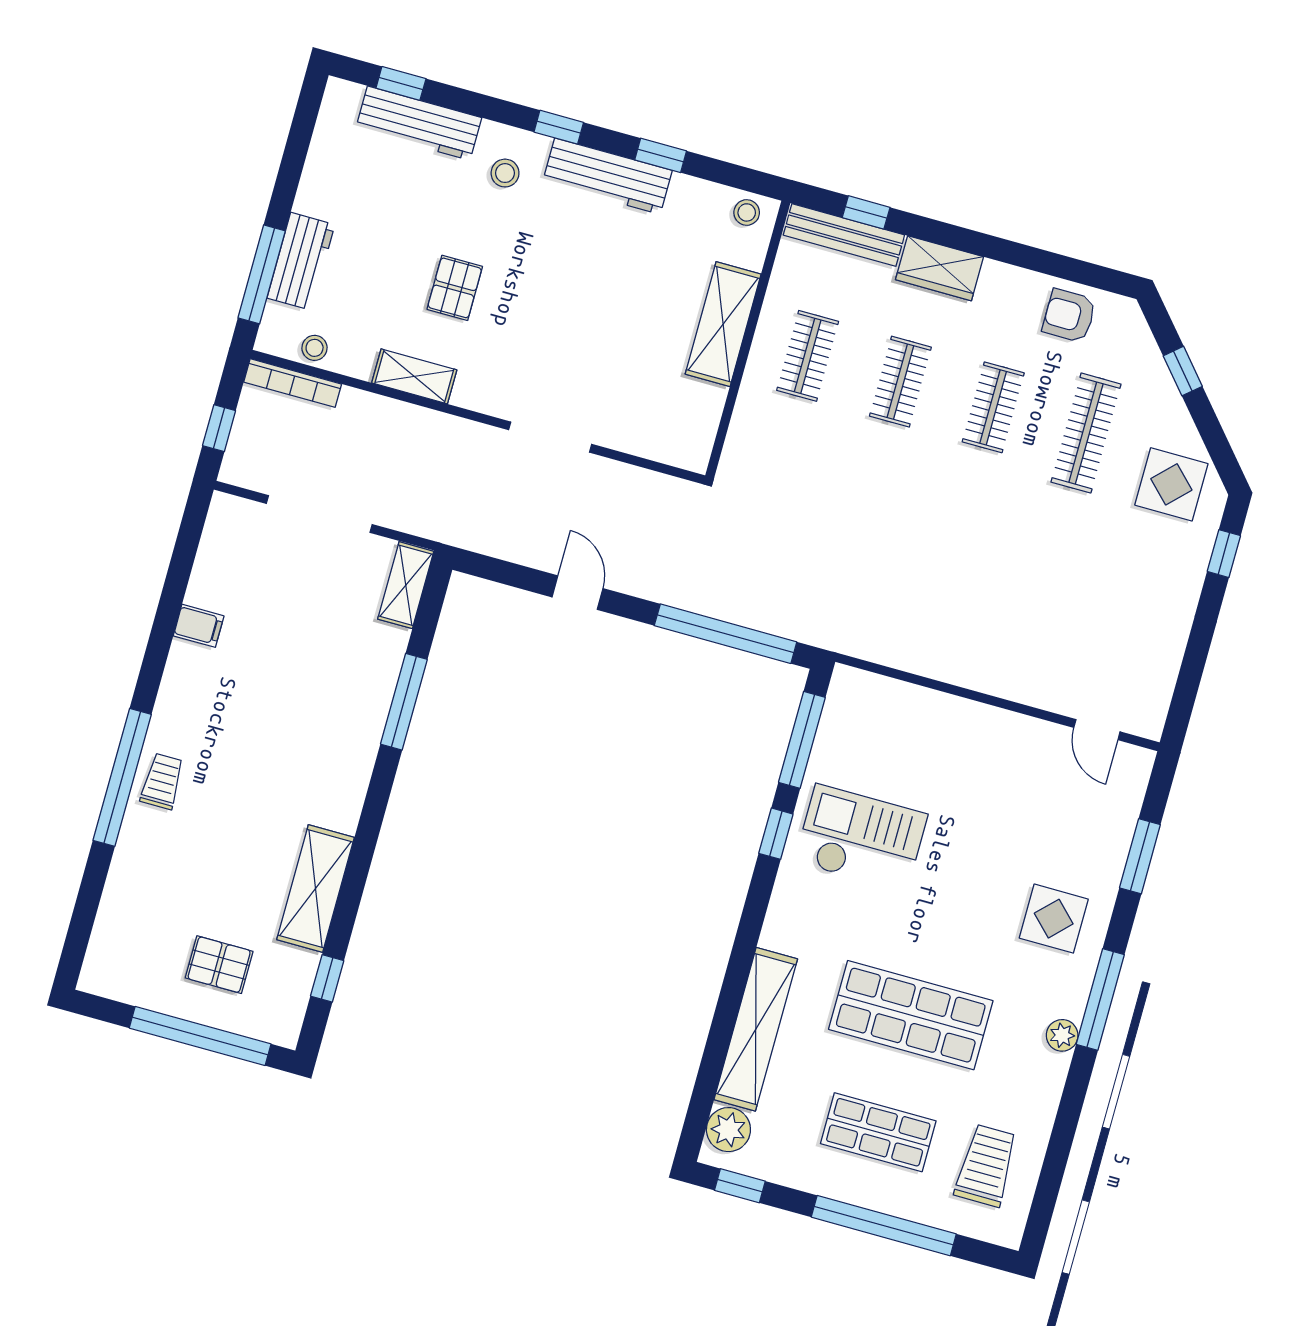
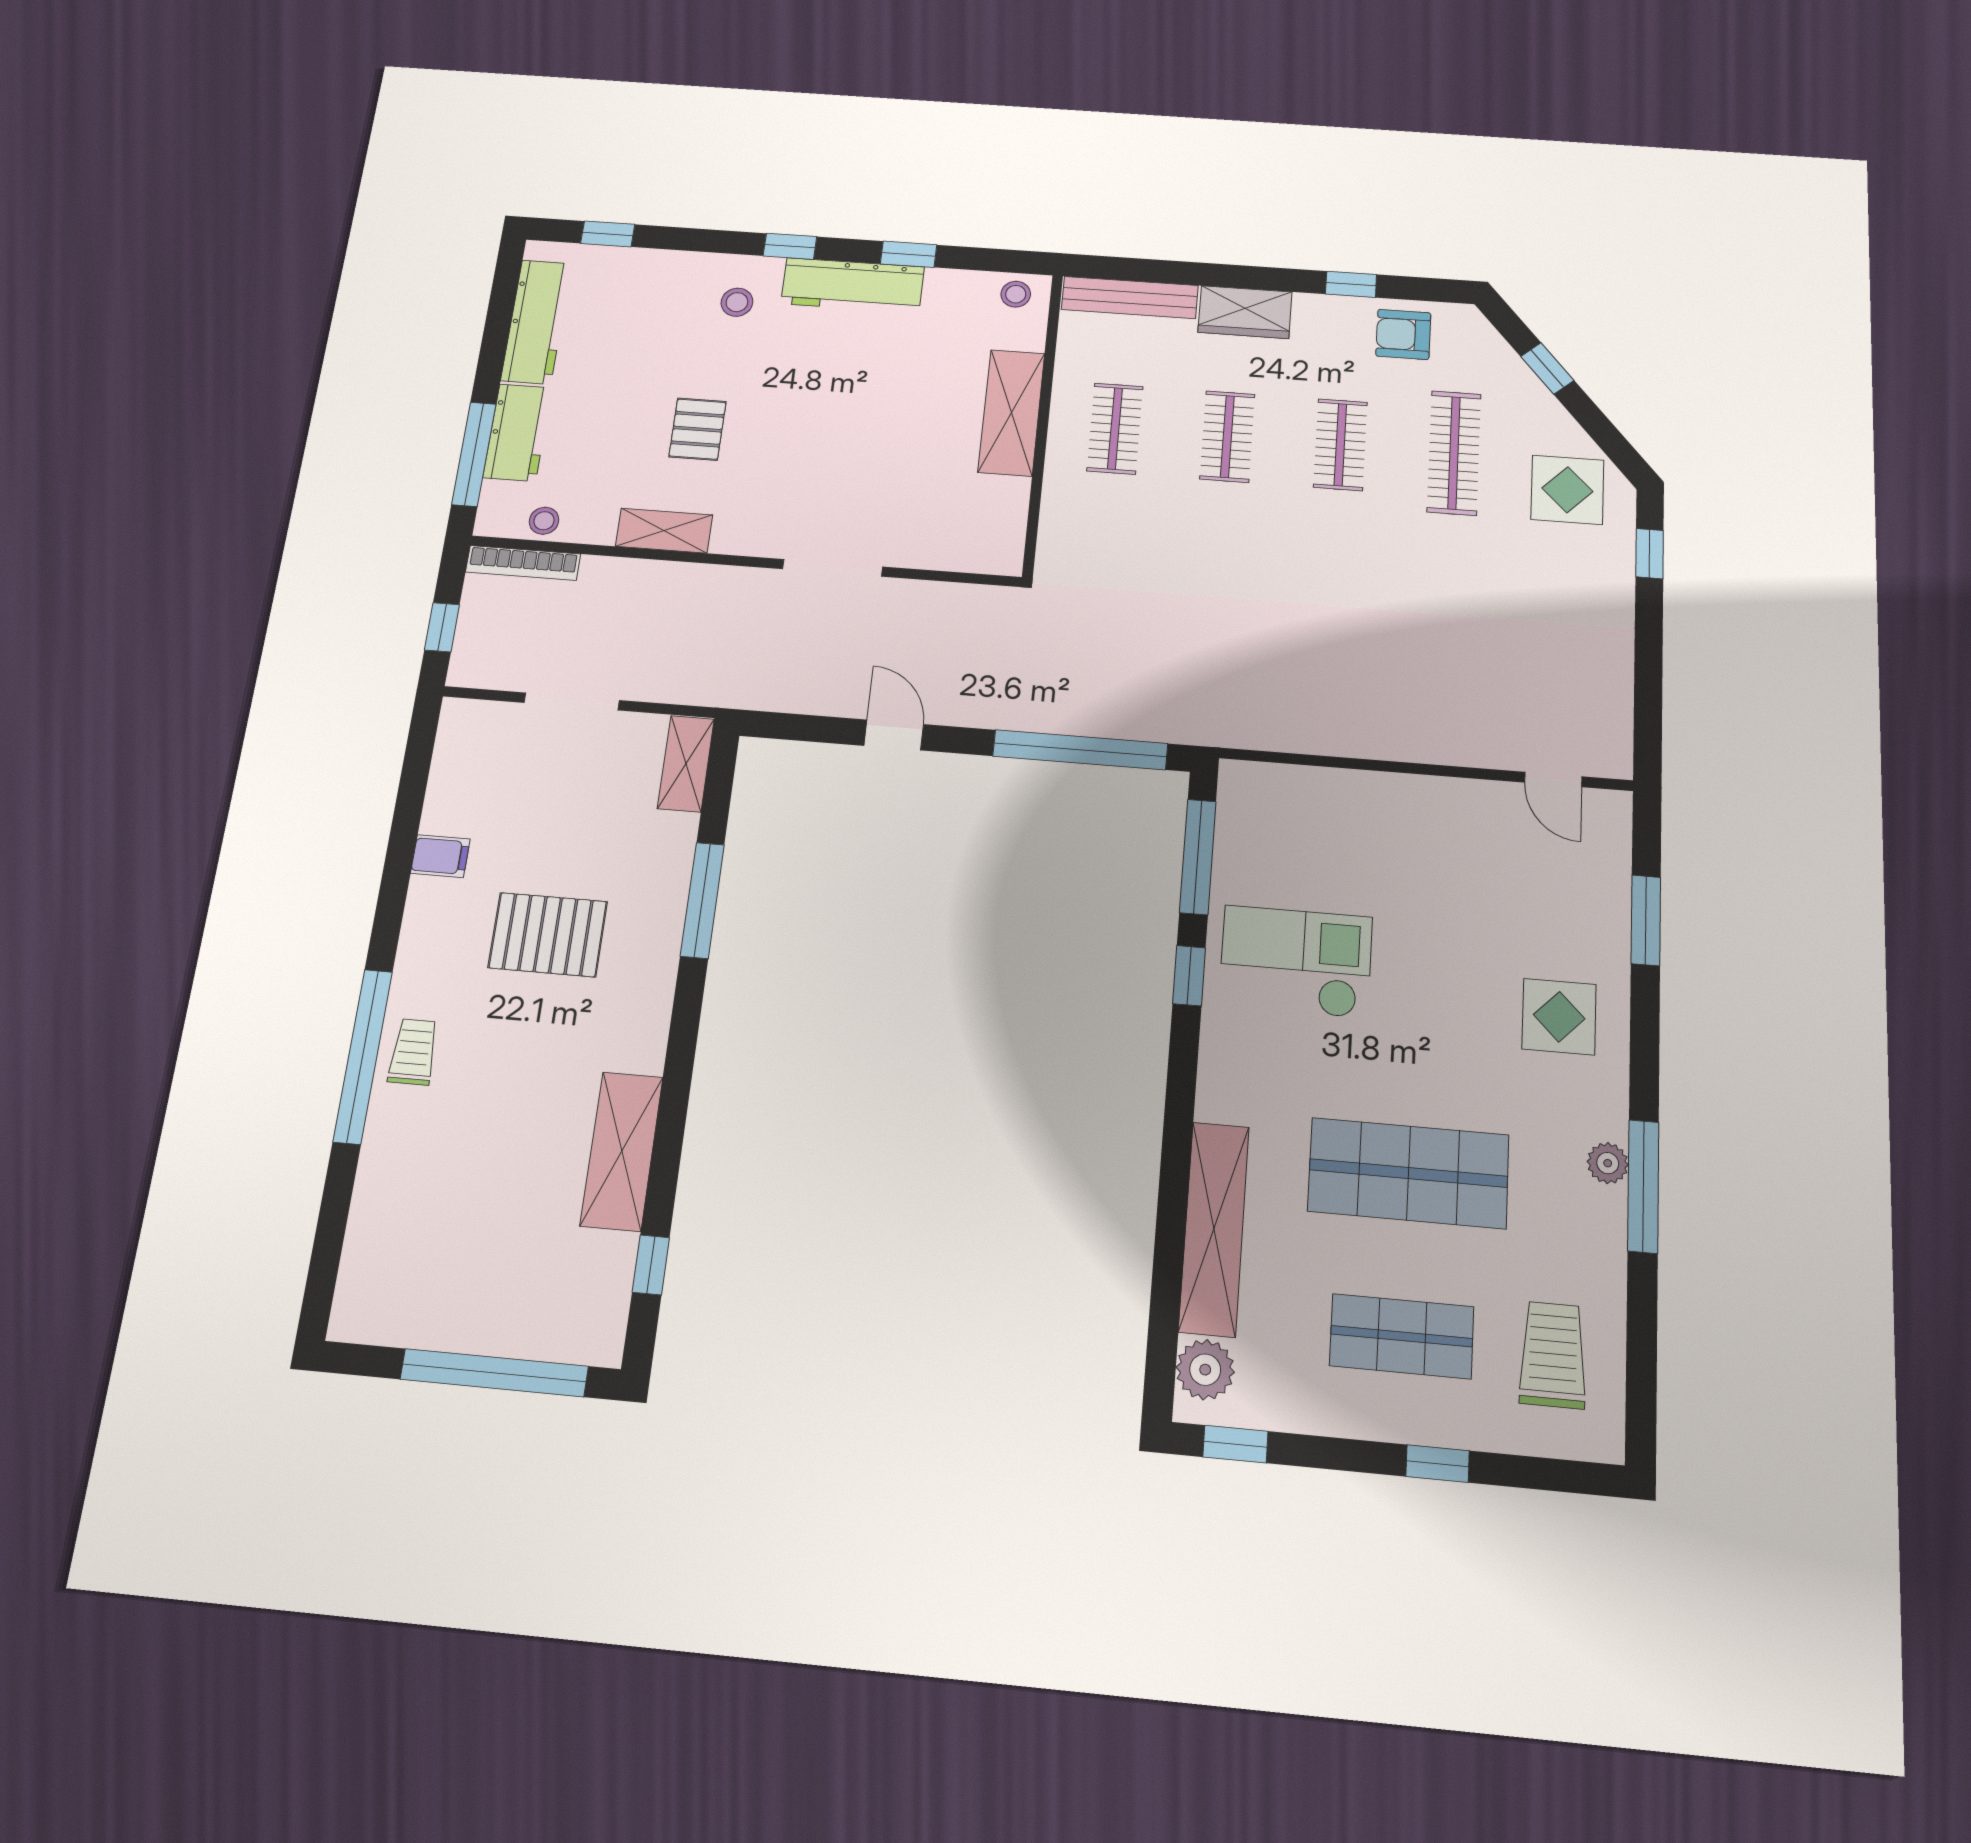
workbench: (419, 123) -> (536, 322), moved, turned -90
window: (866, 212) -> (1351, 284), moved
doorway: (319, 514) -> (572, 702), width x0.73
pallet: (219, 965) -> (548, 935), moved, width x1.50, depth x1.42
window: (1100, 1000) -> (1643, 1186), moved
window: (884, 1226) -> (1438, 1464), width x0.32

